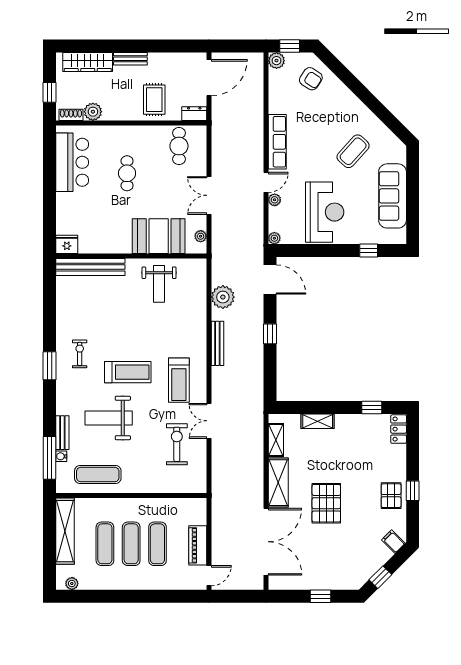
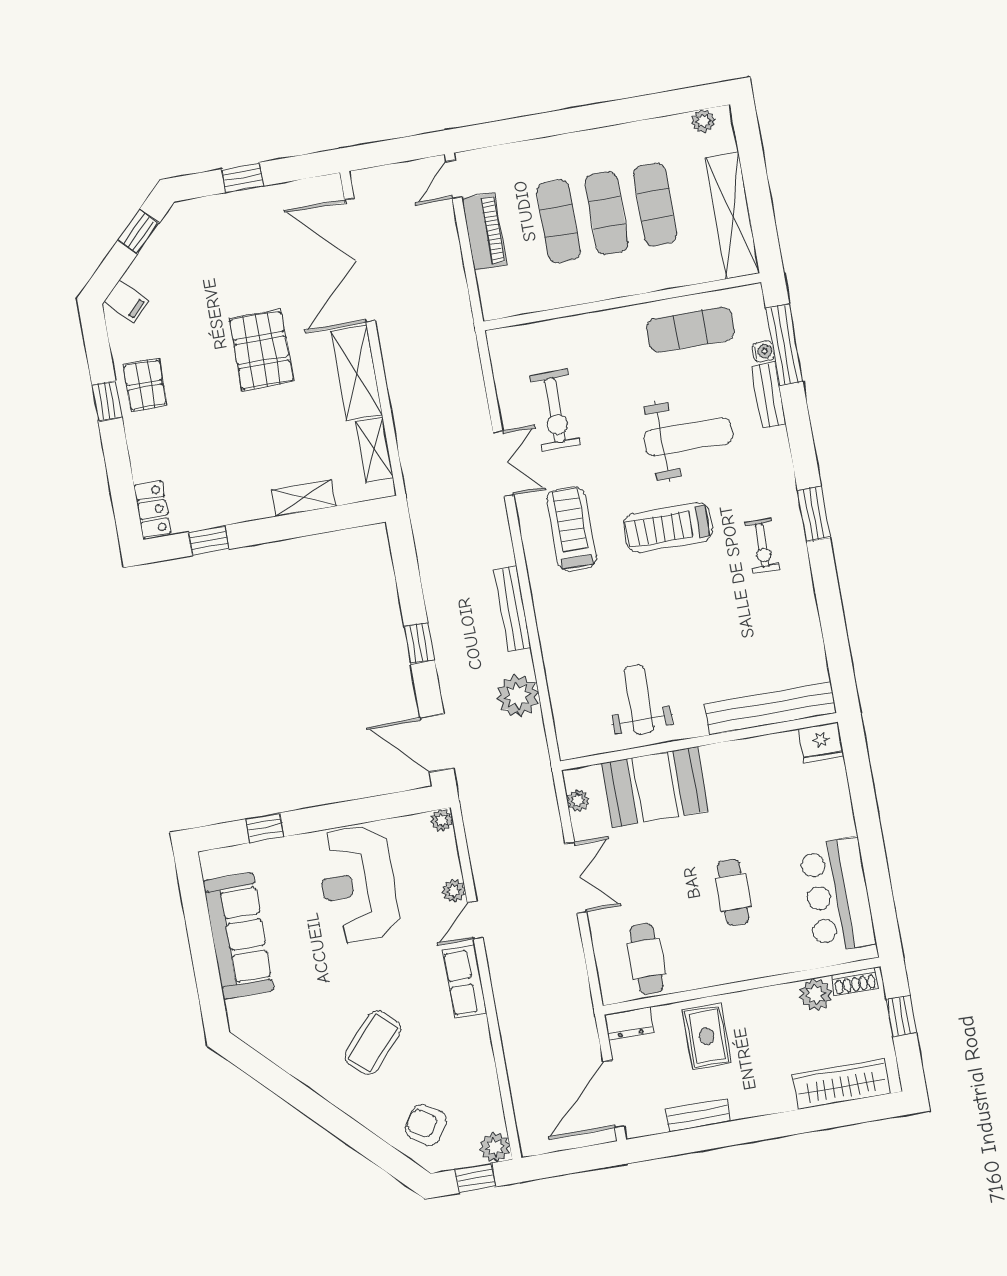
bench: (130, 59) -> (698, 1115), moved
row of seats: (277, 142) -> (465, 982), width x0.68
coffee table: (353, 151) -> (373, 1043), moved

